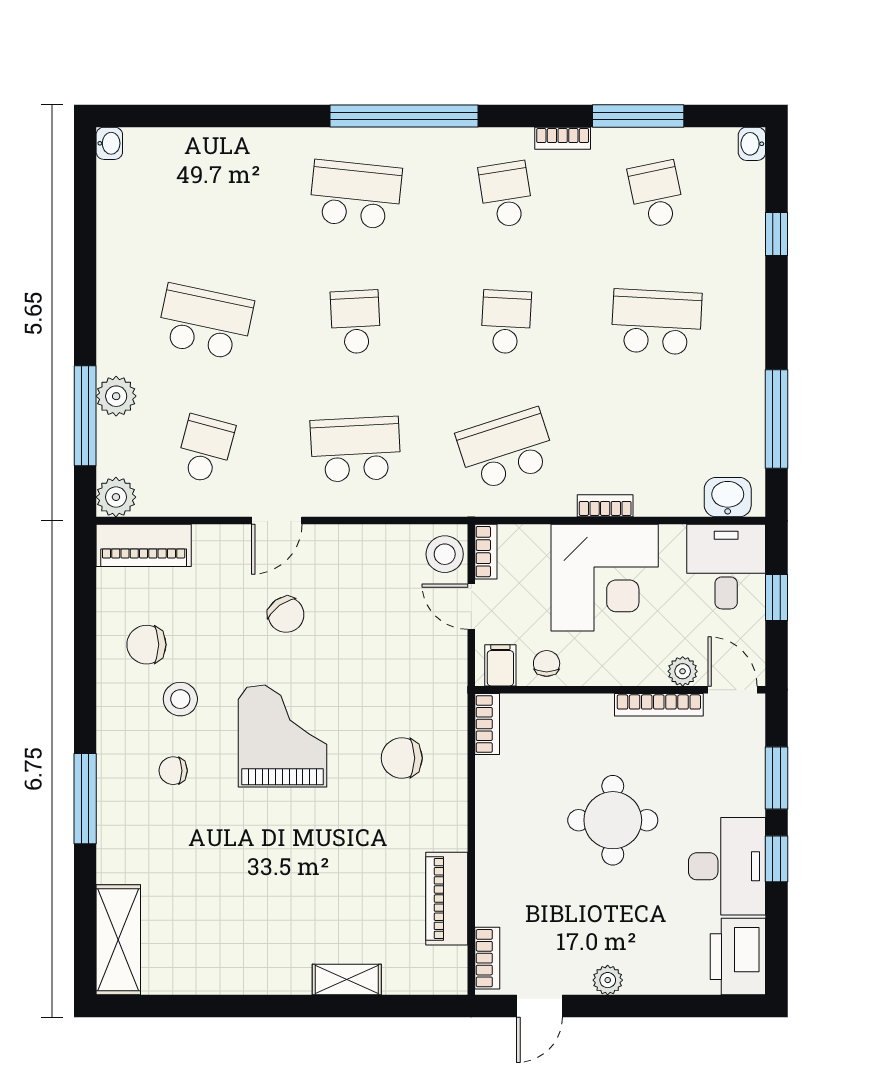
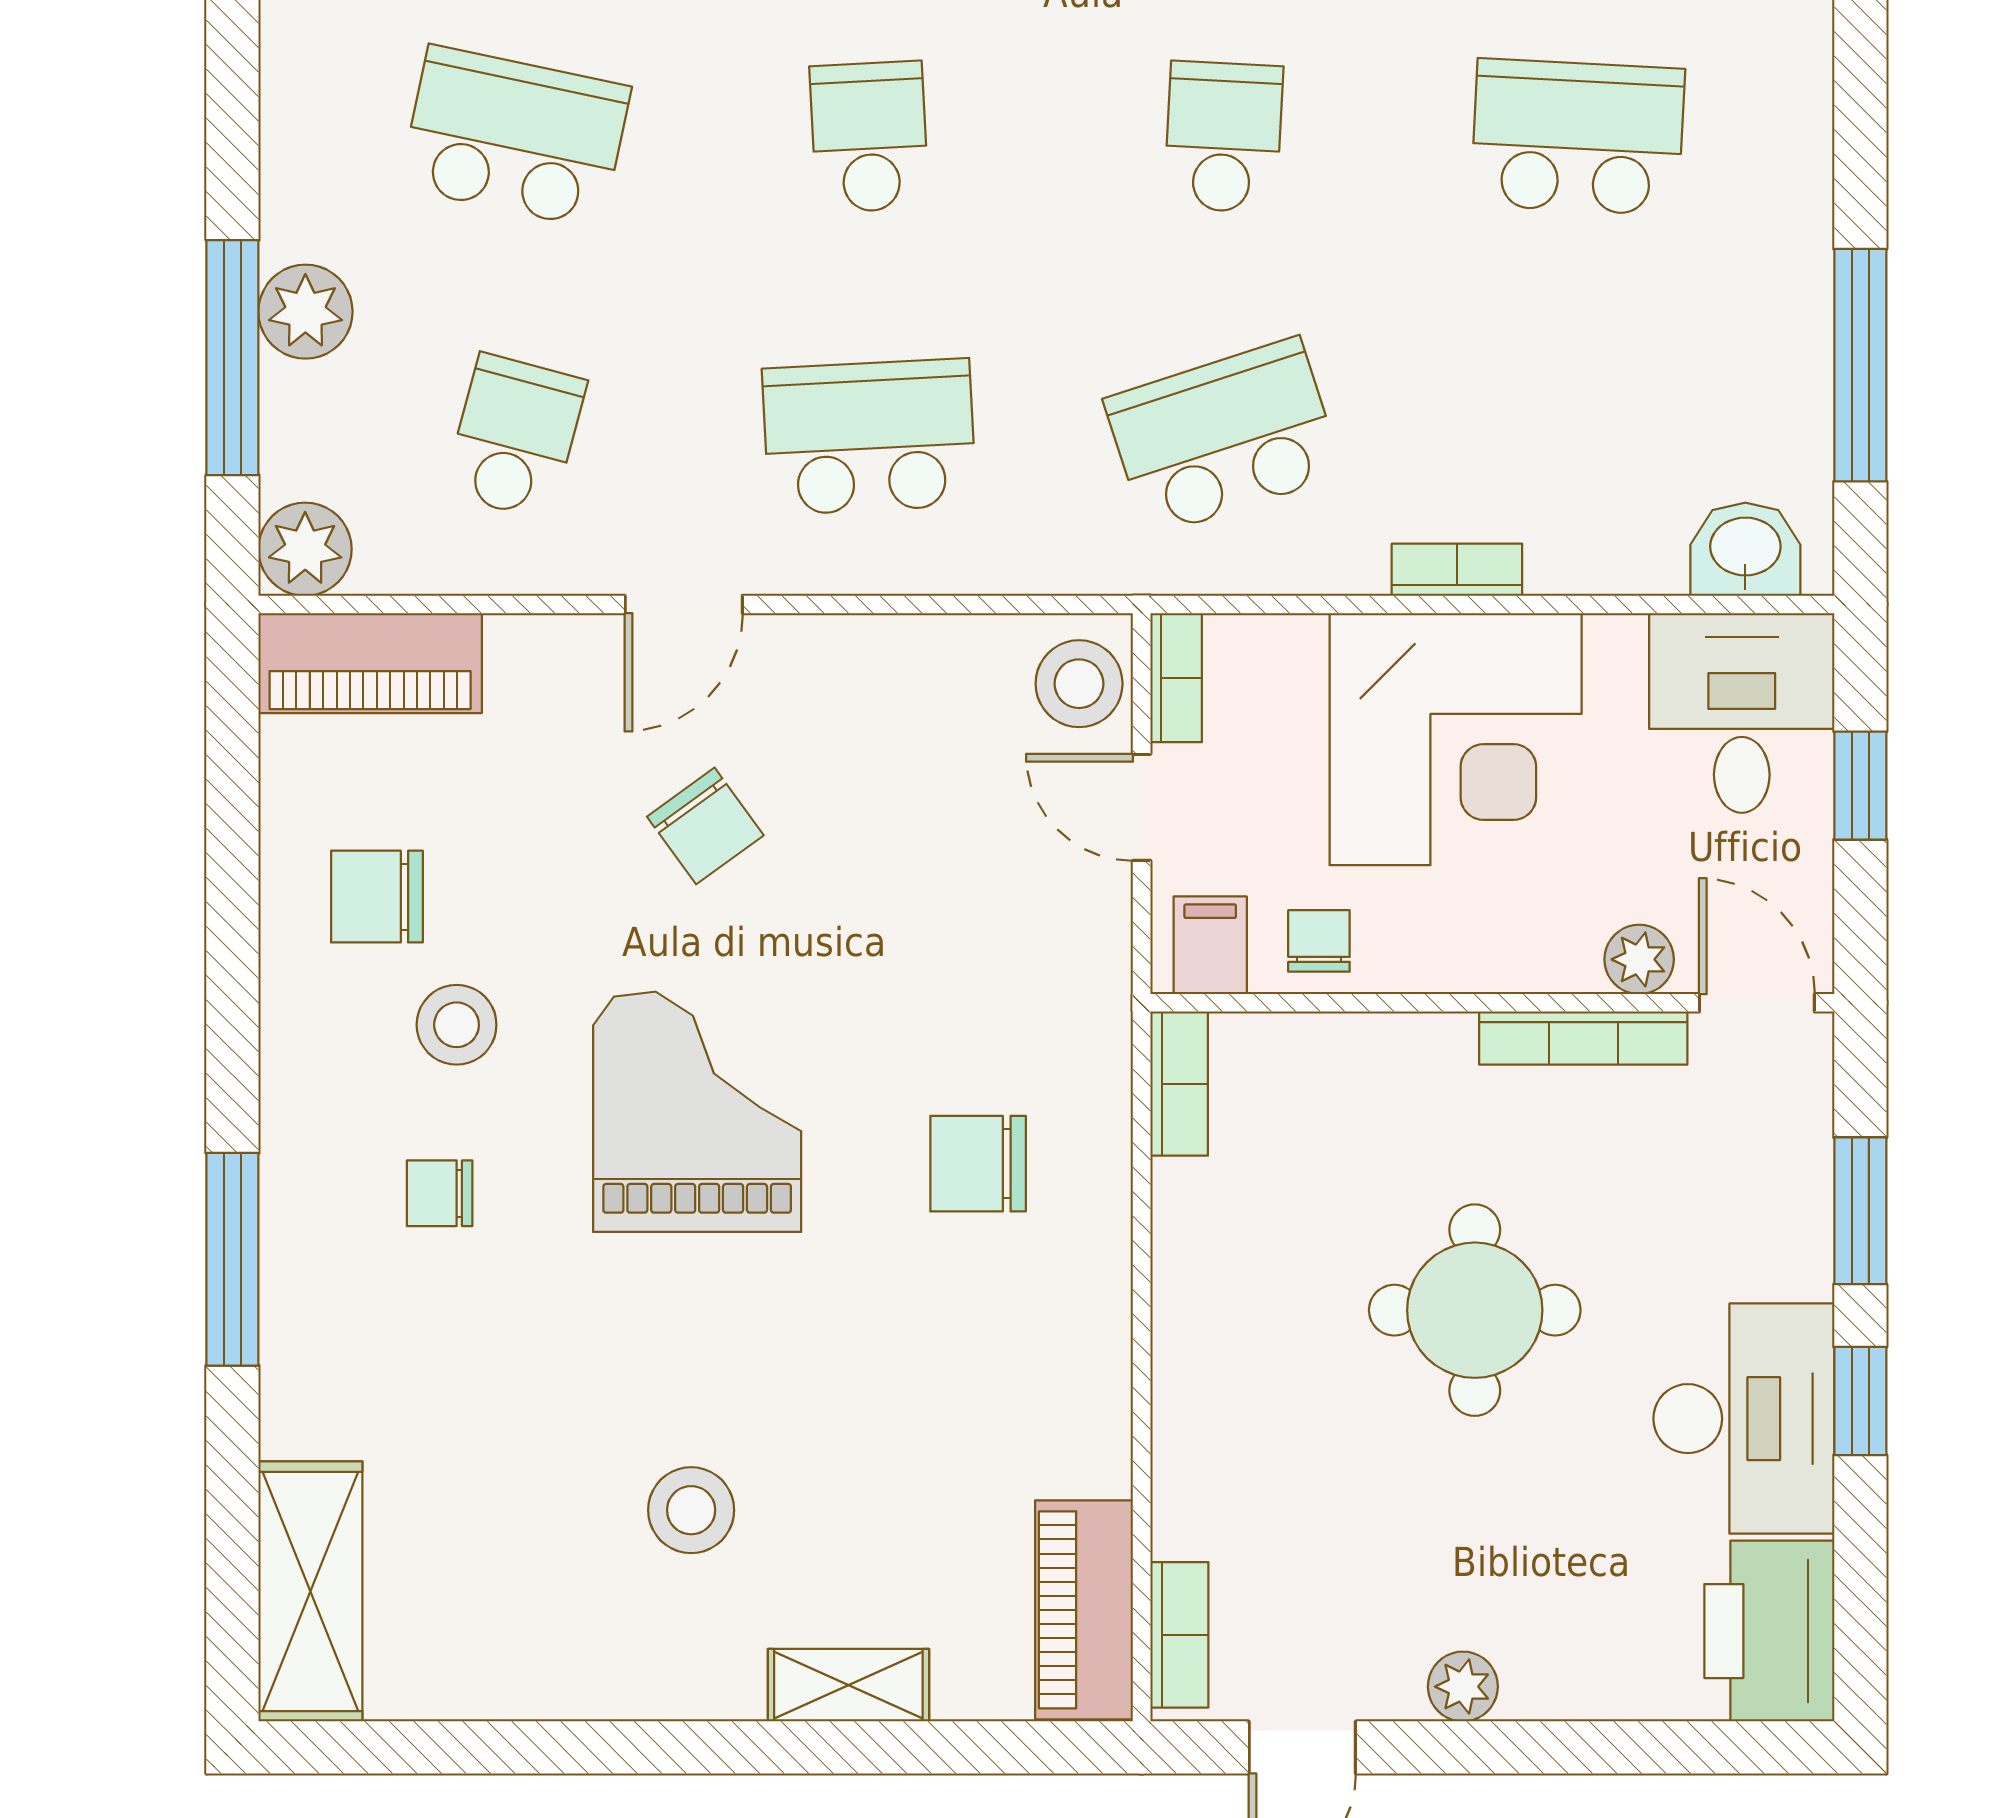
piano: (447, 899) -> (1084, 1610), moved
stool: (280, 905) -> (691, 1510), added

